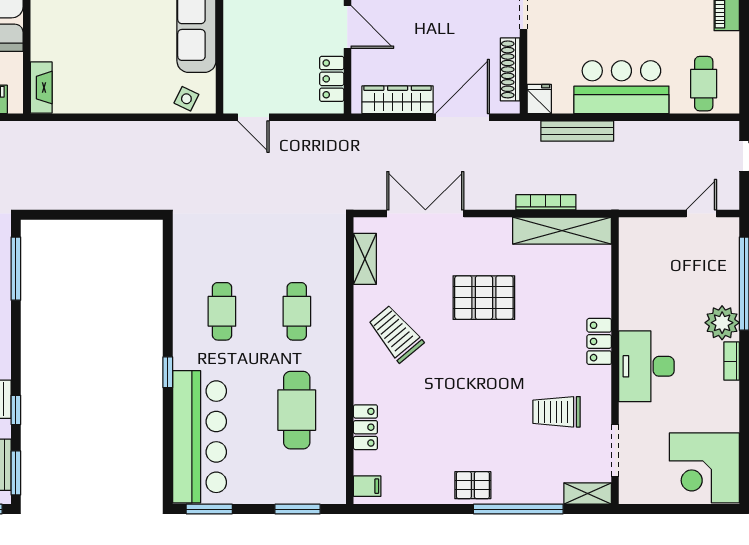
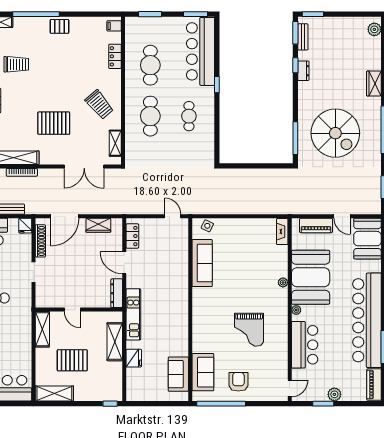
wardrobe: (398, 100) -> (98, 225), width x0.67
cafe table: (297, 311) -> (150, 116), width x1.37, depth x1.35

